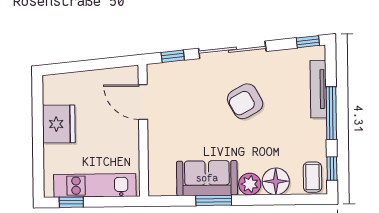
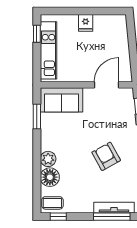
window: (331, 113) -> (112, 217), moved
fridge: (59, 124) -> (86, 23), width x0.53, depth x0.75
sofa: (207, 178) -> (62, 100), moved, turned 90
window: (214, 200) -> (37, 117), moved

